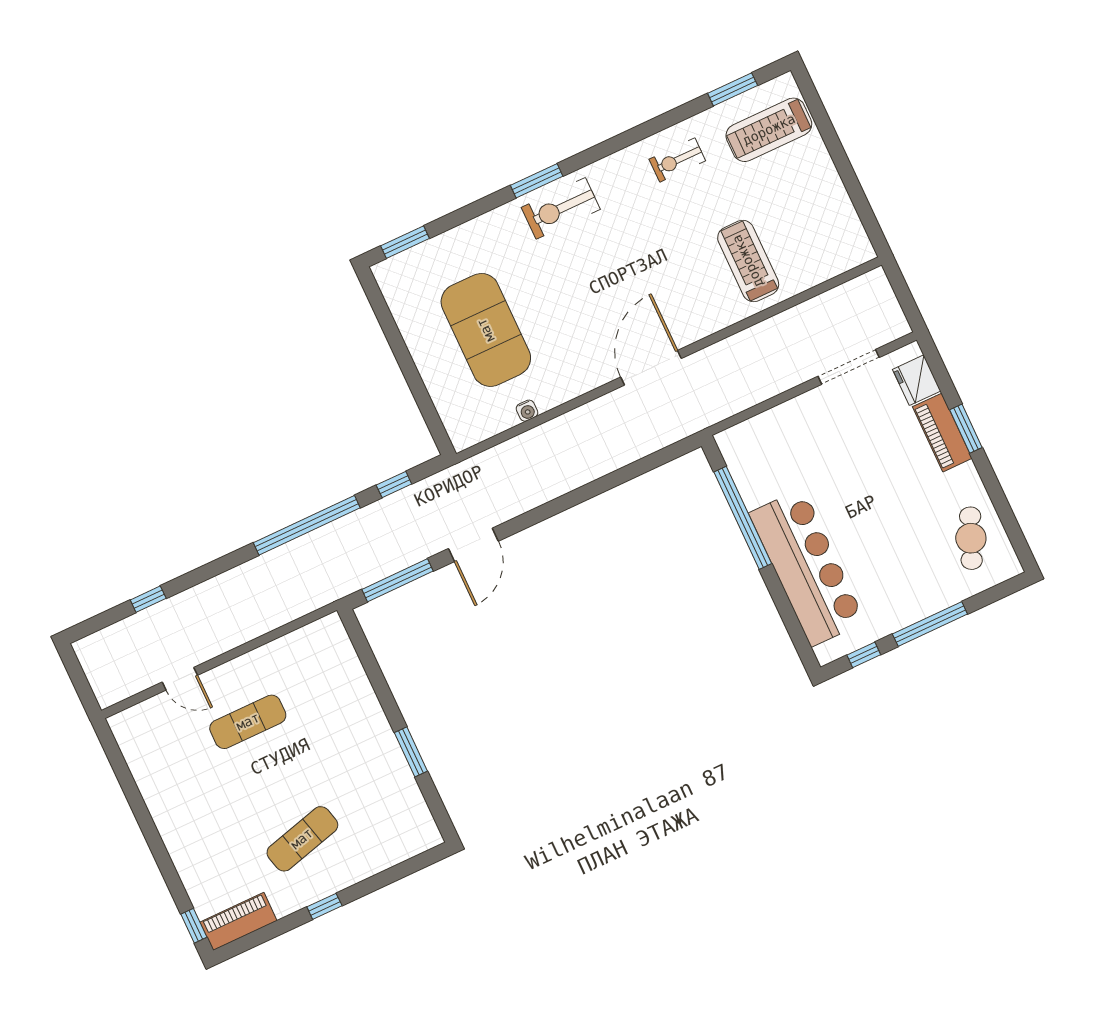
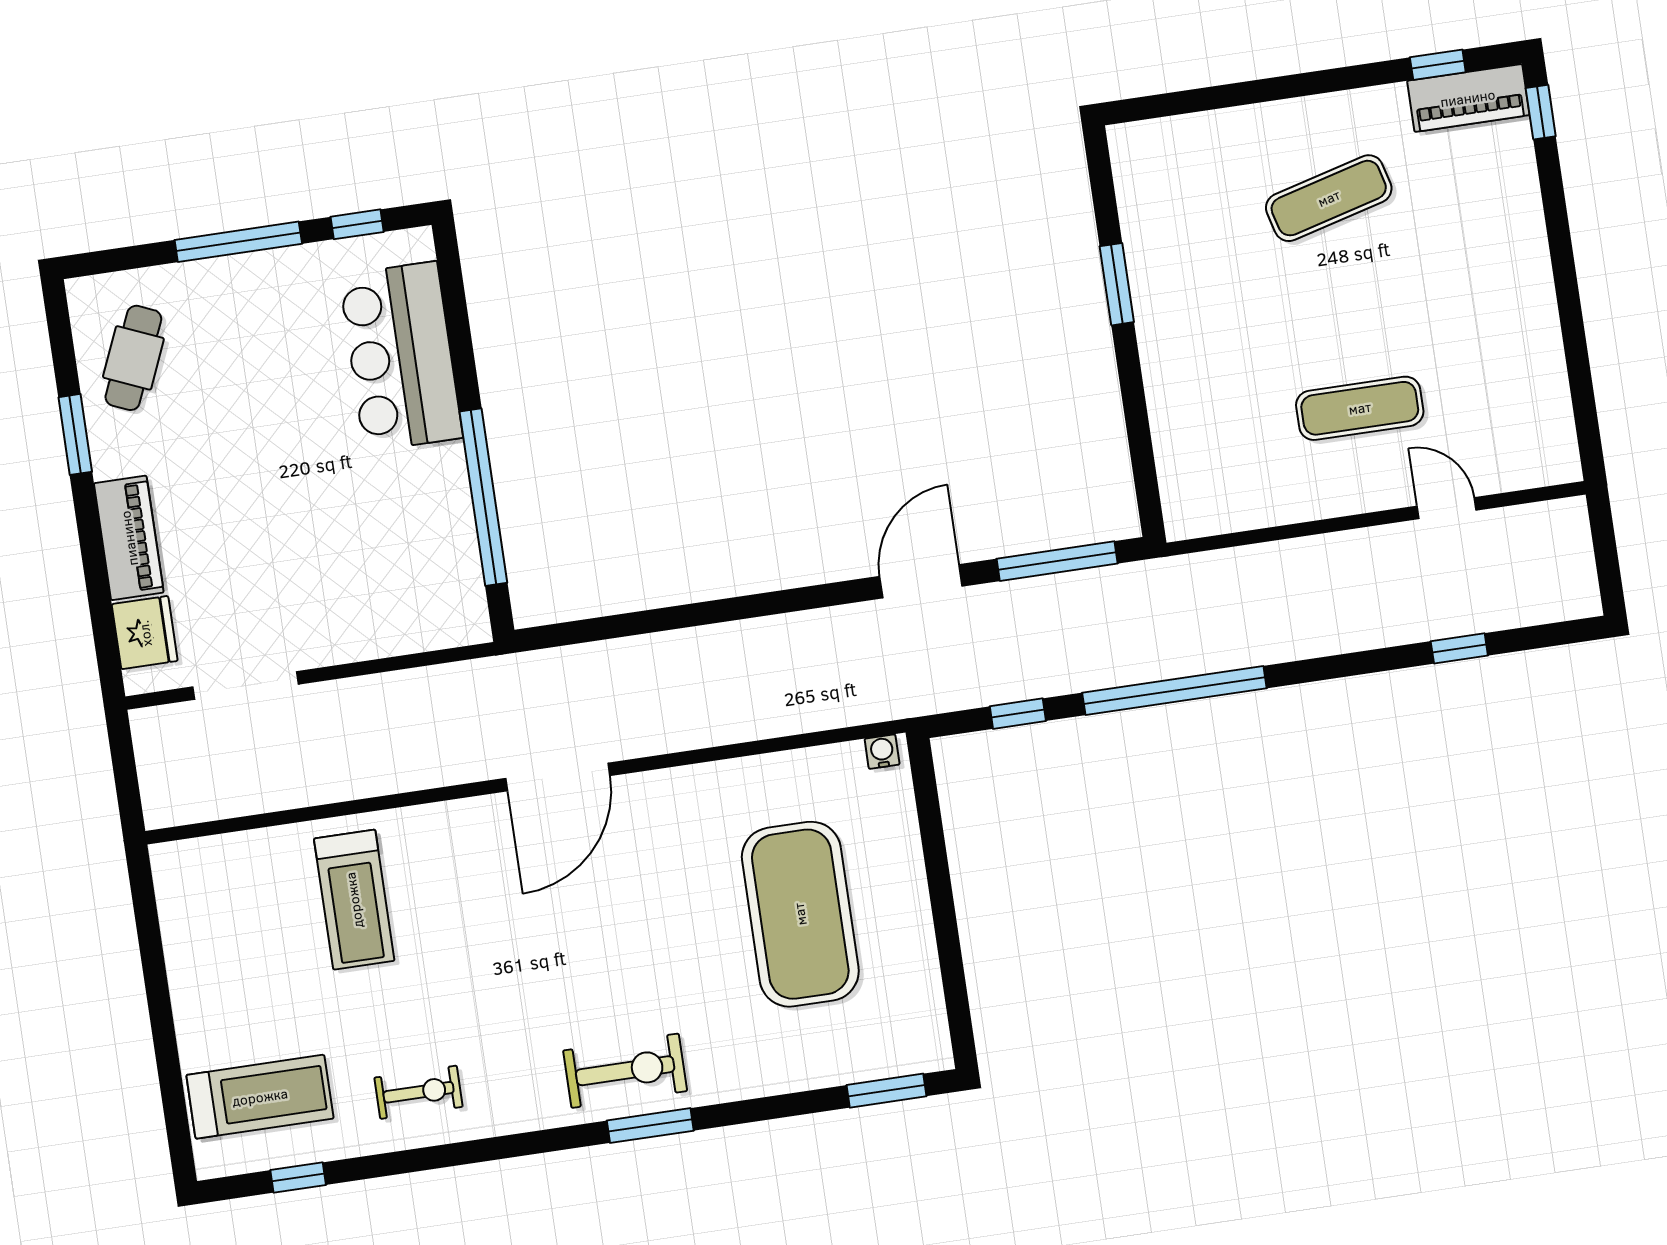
window: (733, 89) -> (298, 1178), width x0.67
water cooler: (527, 411) -> (882, 752), moved
window: (966, 429) -> (75, 434), moved
bar counter: (807, 568) -> (401, 356), width x0.73
window: (324, 906) -> (1438, 65), moved

